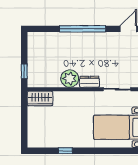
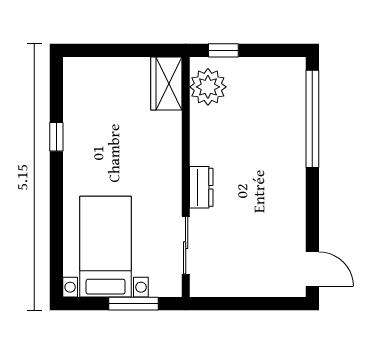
window: (83, 29) -> (312, 119), moved
plant: (70, 79) -> (208, 87), moved

